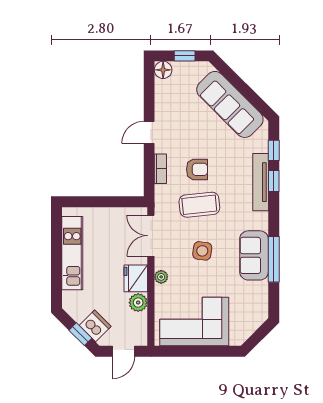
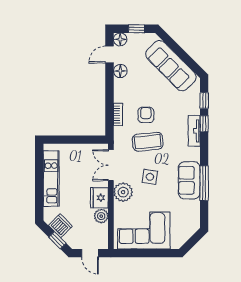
floor lamp: (163, 112) -> (120, 71), added
door: (149, 132) -> (110, 54), moved
armchair: (197, 169) -> (146, 115), turned -90
tv unit: (261, 182) -> (194, 131), width x0.71
plant: (161, 277) -> (123, 192), width x1.88, depth x1.88
dishwasher: (95, 326) -> (60, 226), moved
door: (124, 351) -> (90, 253), hinge flipped

